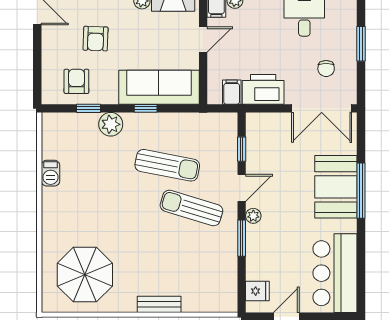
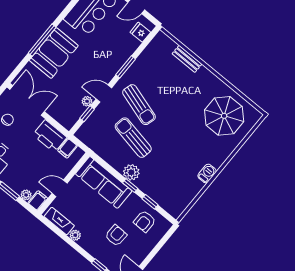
window: (146, 108) -> (130, 186), moved
plant: (111, 124) -> (131, 172), moved
barbecue: (51, 173) -> (207, 173), moved
plant: (253, 216) -> (87, 101), moved
bench: (159, 304) -> (187, 59), moved

